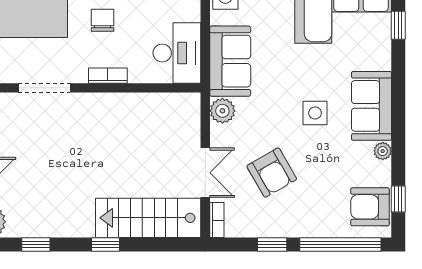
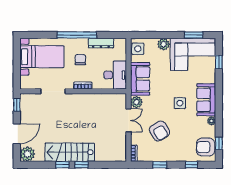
double door: (205, 173) -> (128, 120), moved
stairs: (148, 218) -> (70, 152), moved
window: (36, 245) -> (62, 165), moved
window: (340, 245) -> (192, 165), width x0.32

